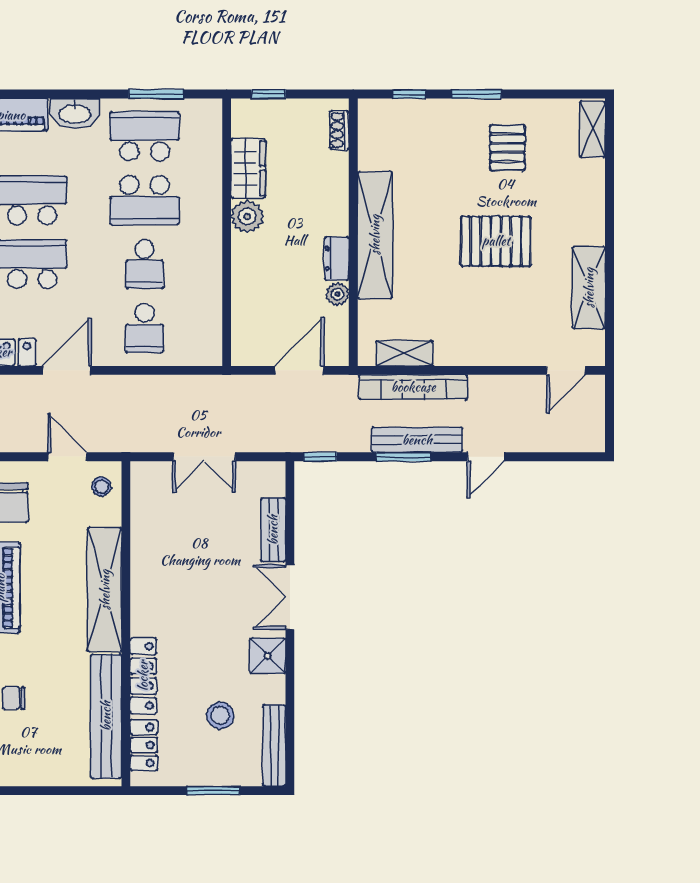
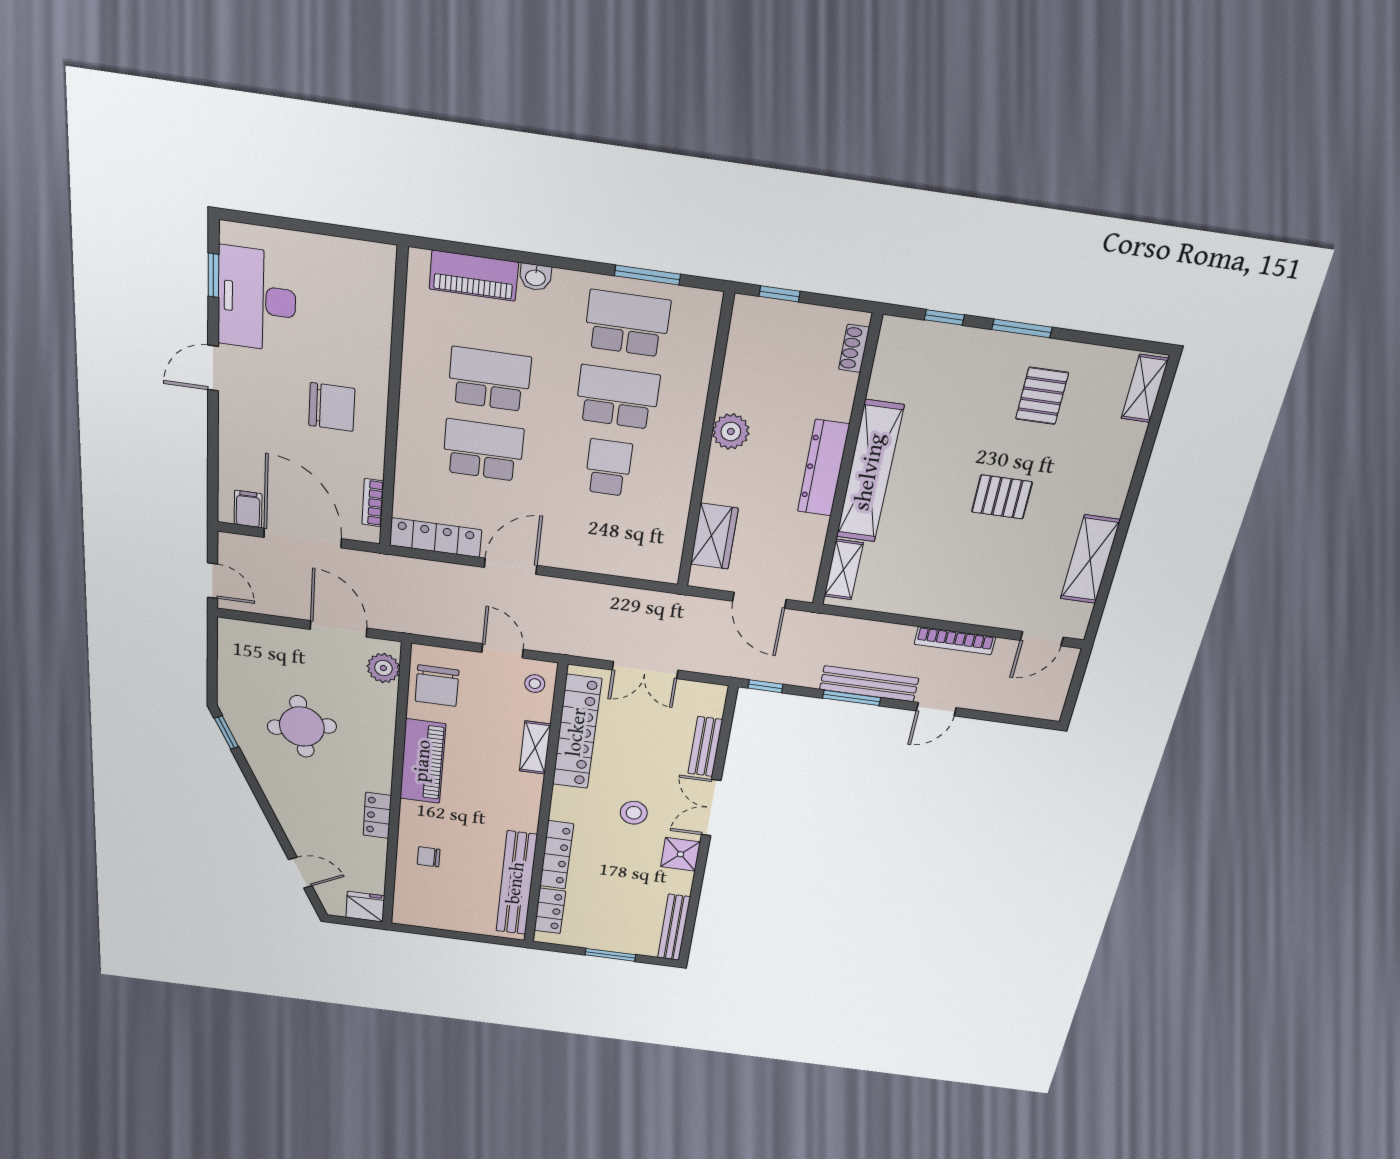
washbasin: (75, 113) -> (535, 277), width x0.52, depth x0.69
wardrobe: (248, 168) -> (714, 536), moved
school desk: (145, 200) -> (618, 397), turned 180
pallet: (496, 241) -> (1002, 497), width x0.67, depth x0.71
dresser: (337, 259) -> (823, 468), width x1.96, depth x1.24
school desk: (145, 264) -> (608, 468), turned 180
plant: (337, 294) -> (815, 529), removed
school desk: (145, 328) -> (600, 535), removed
shelving: (404, 353) -> (844, 570), moved, turned 90
door: (299, 370) -> (759, 600), swing flipped
bookcase: (413, 387) -> (955, 641), moved, width x0.68, depth x0.76
locker: (147, 533) -> (577, 732), added
shelving: (105, 590) -> (535, 748), width x0.45, depth x0.75
stool: (220, 716) -> (634, 813), moved

